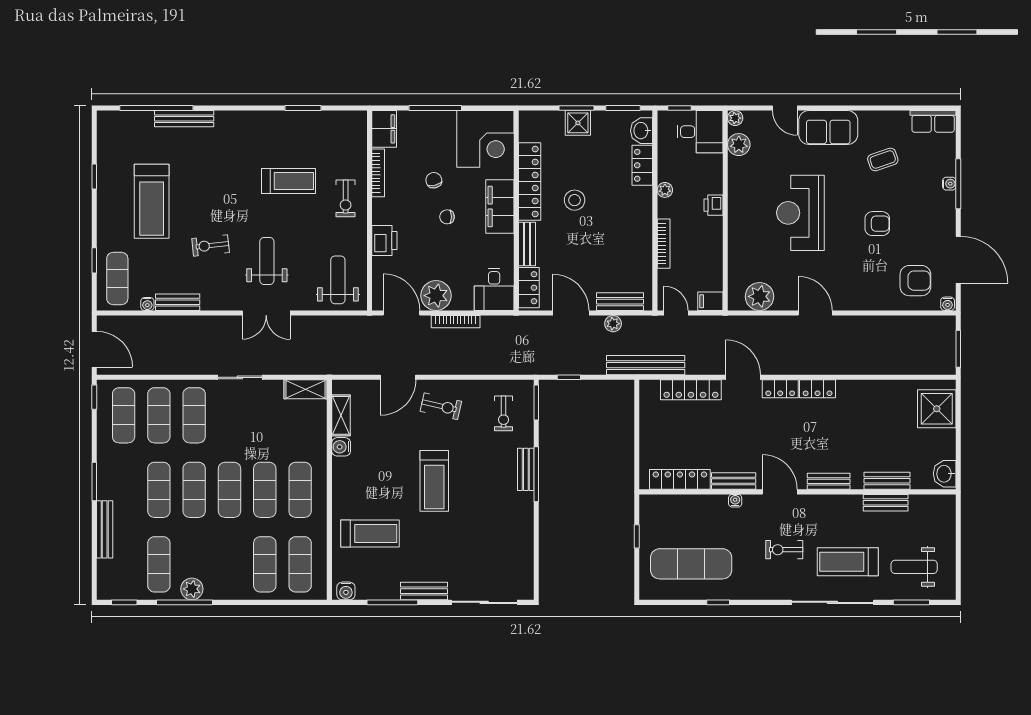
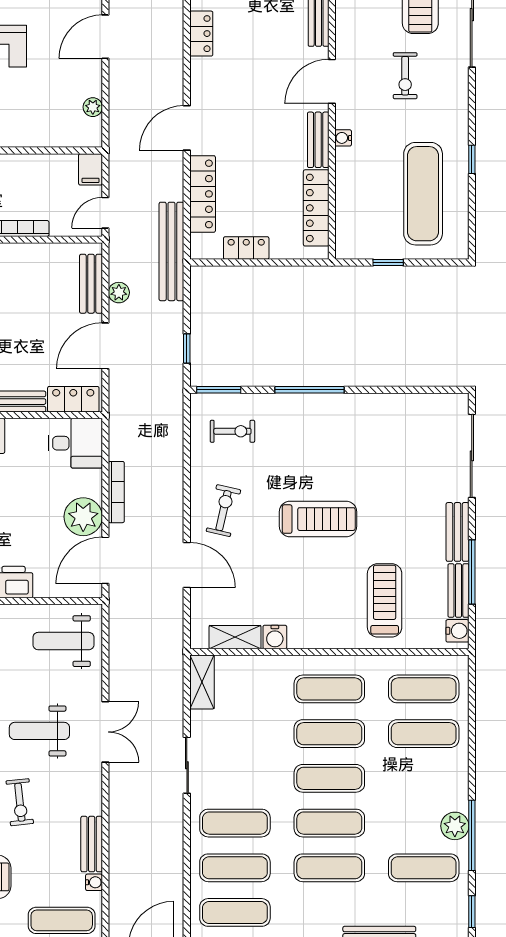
plant: (759, 296) -> (93, 107), width x0.53, depth x0.53
locker: (780, 389) -> (246, 248), moved, turned -90
bench: (526, 469) -> (458, 590), moved, turned 90

